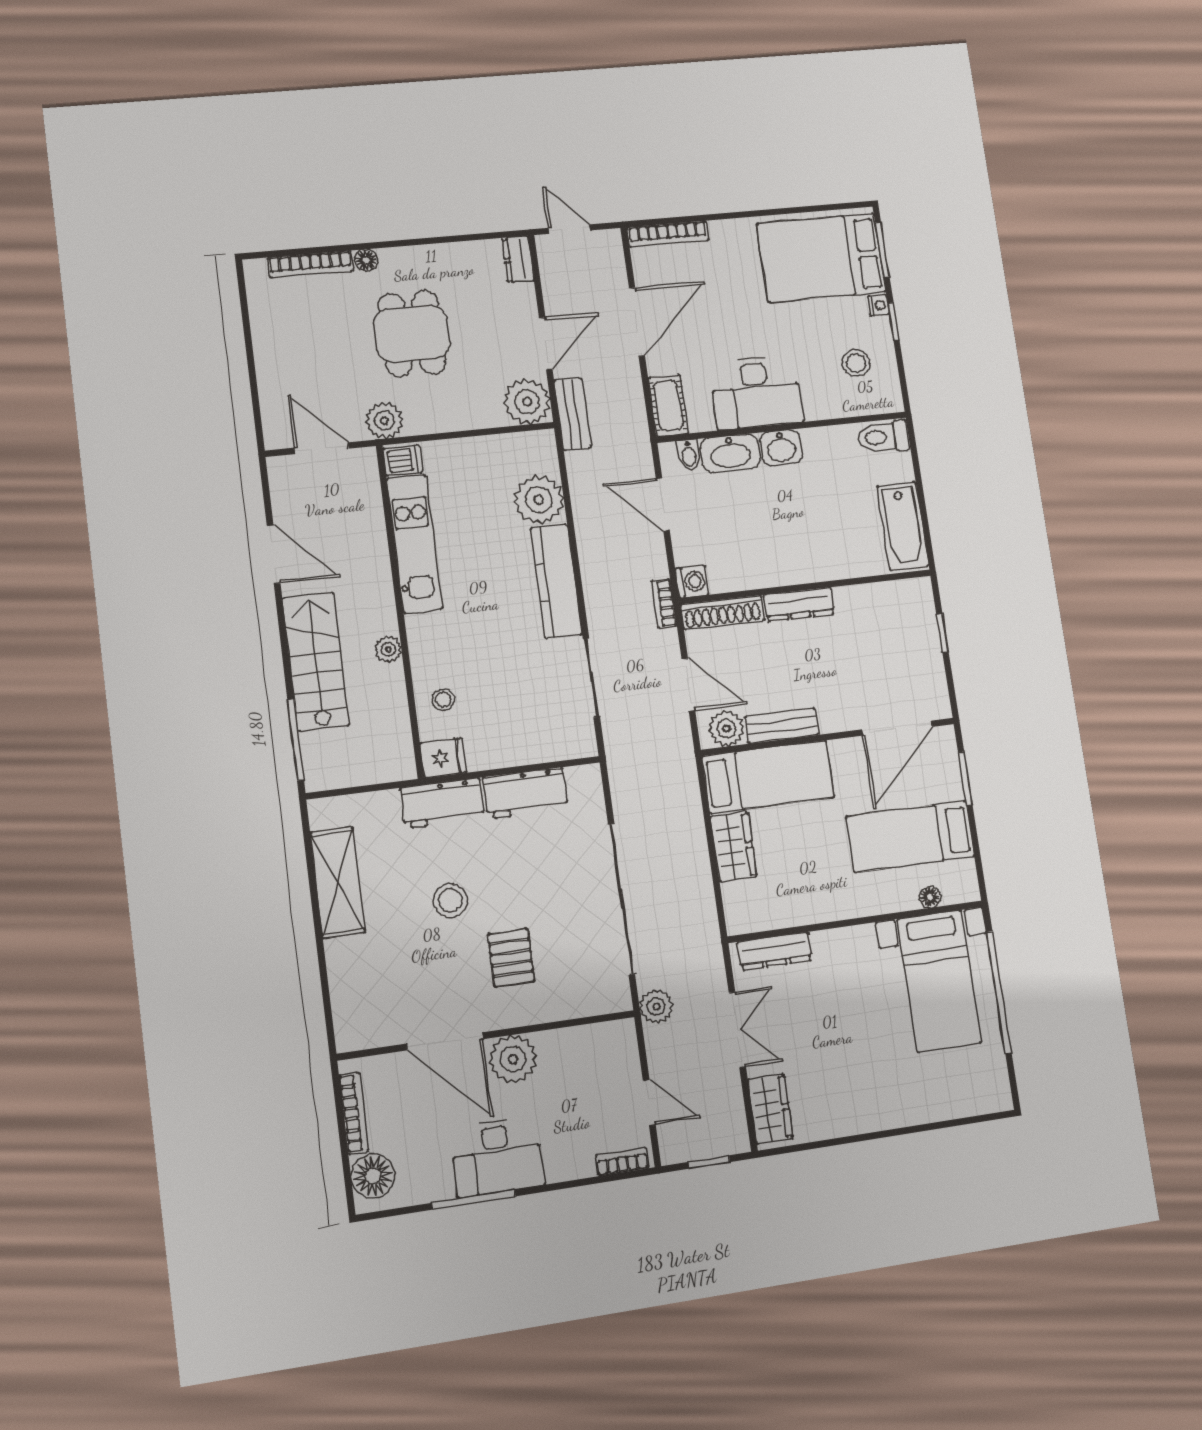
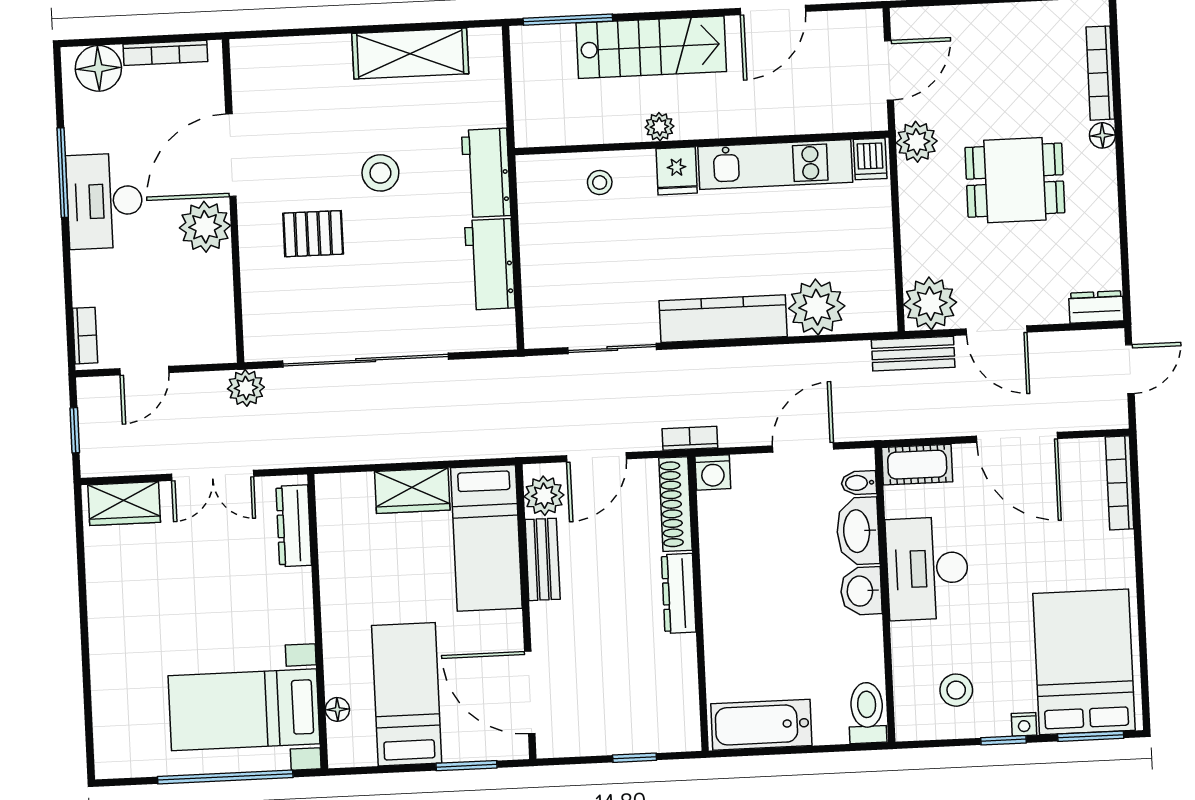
fridge: (443, 758) -> (677, 171), moved

